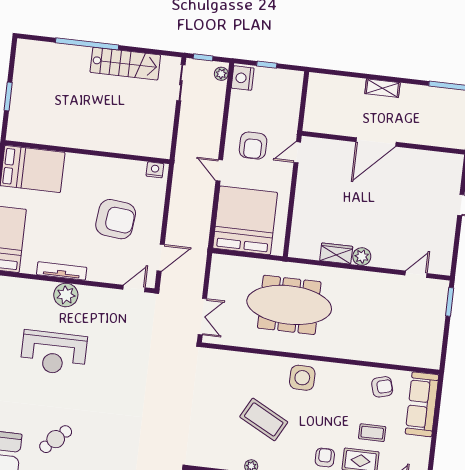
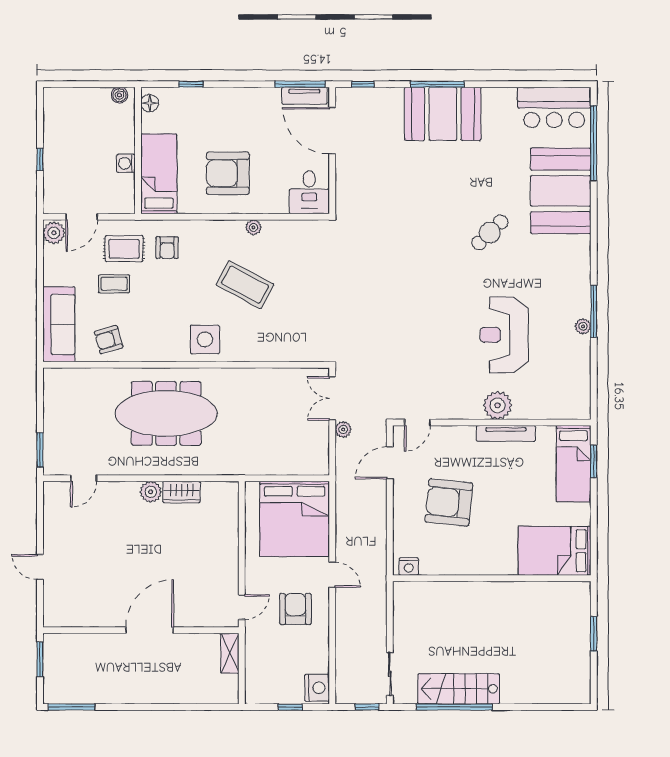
window: (87, 44) -> (454, 707), moved
plant: (221, 74) -> (343, 429), moved
shelving: (382, 88) -> (230, 653), moved, turned 90
meeting table: (289, 305) -> (166, 413), moved
reception desk: (54, 353) -> (504, 335), turned -90

